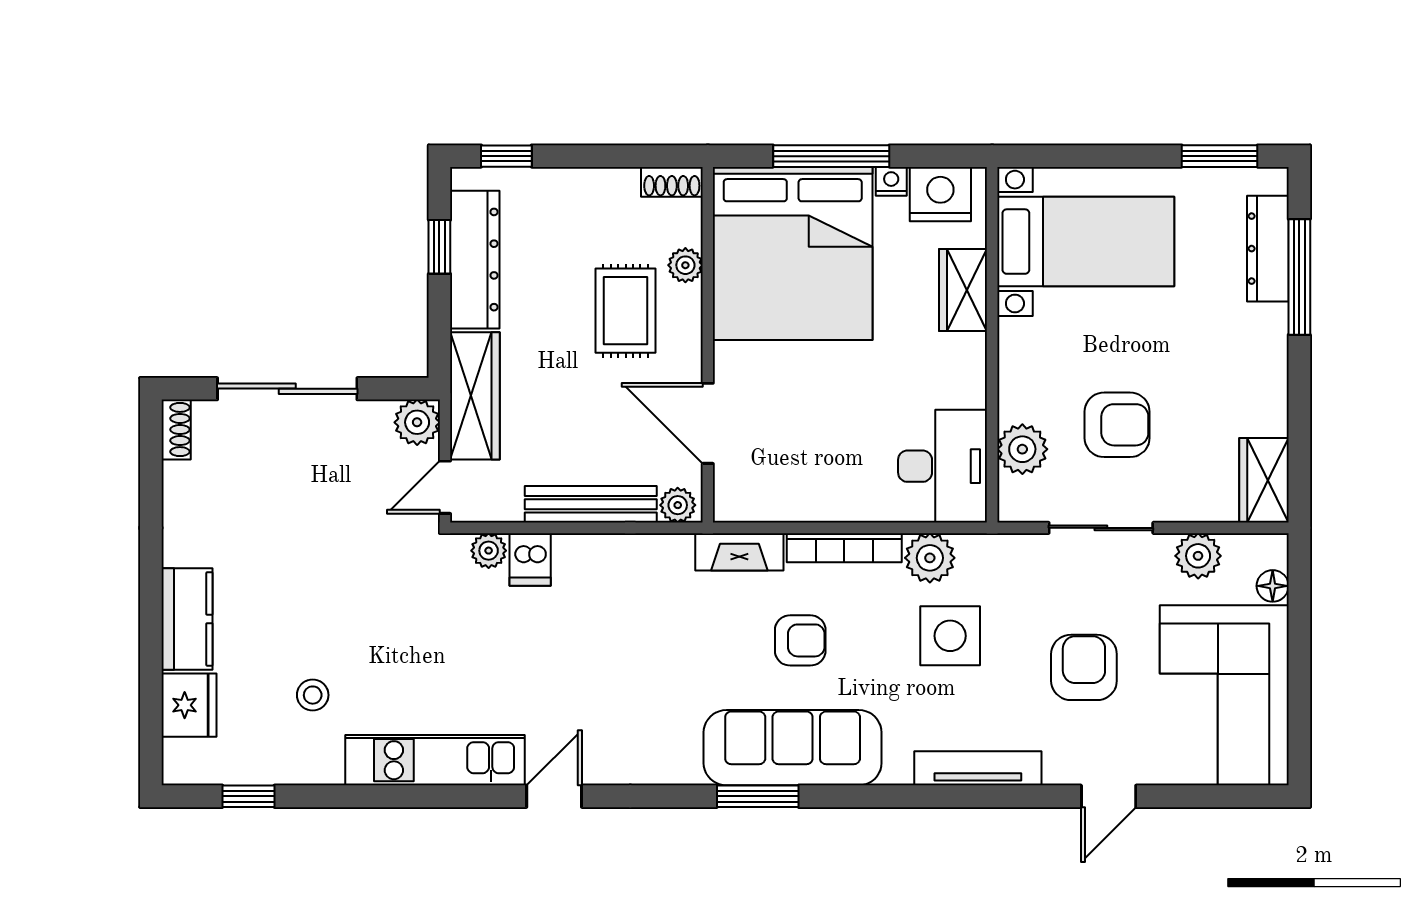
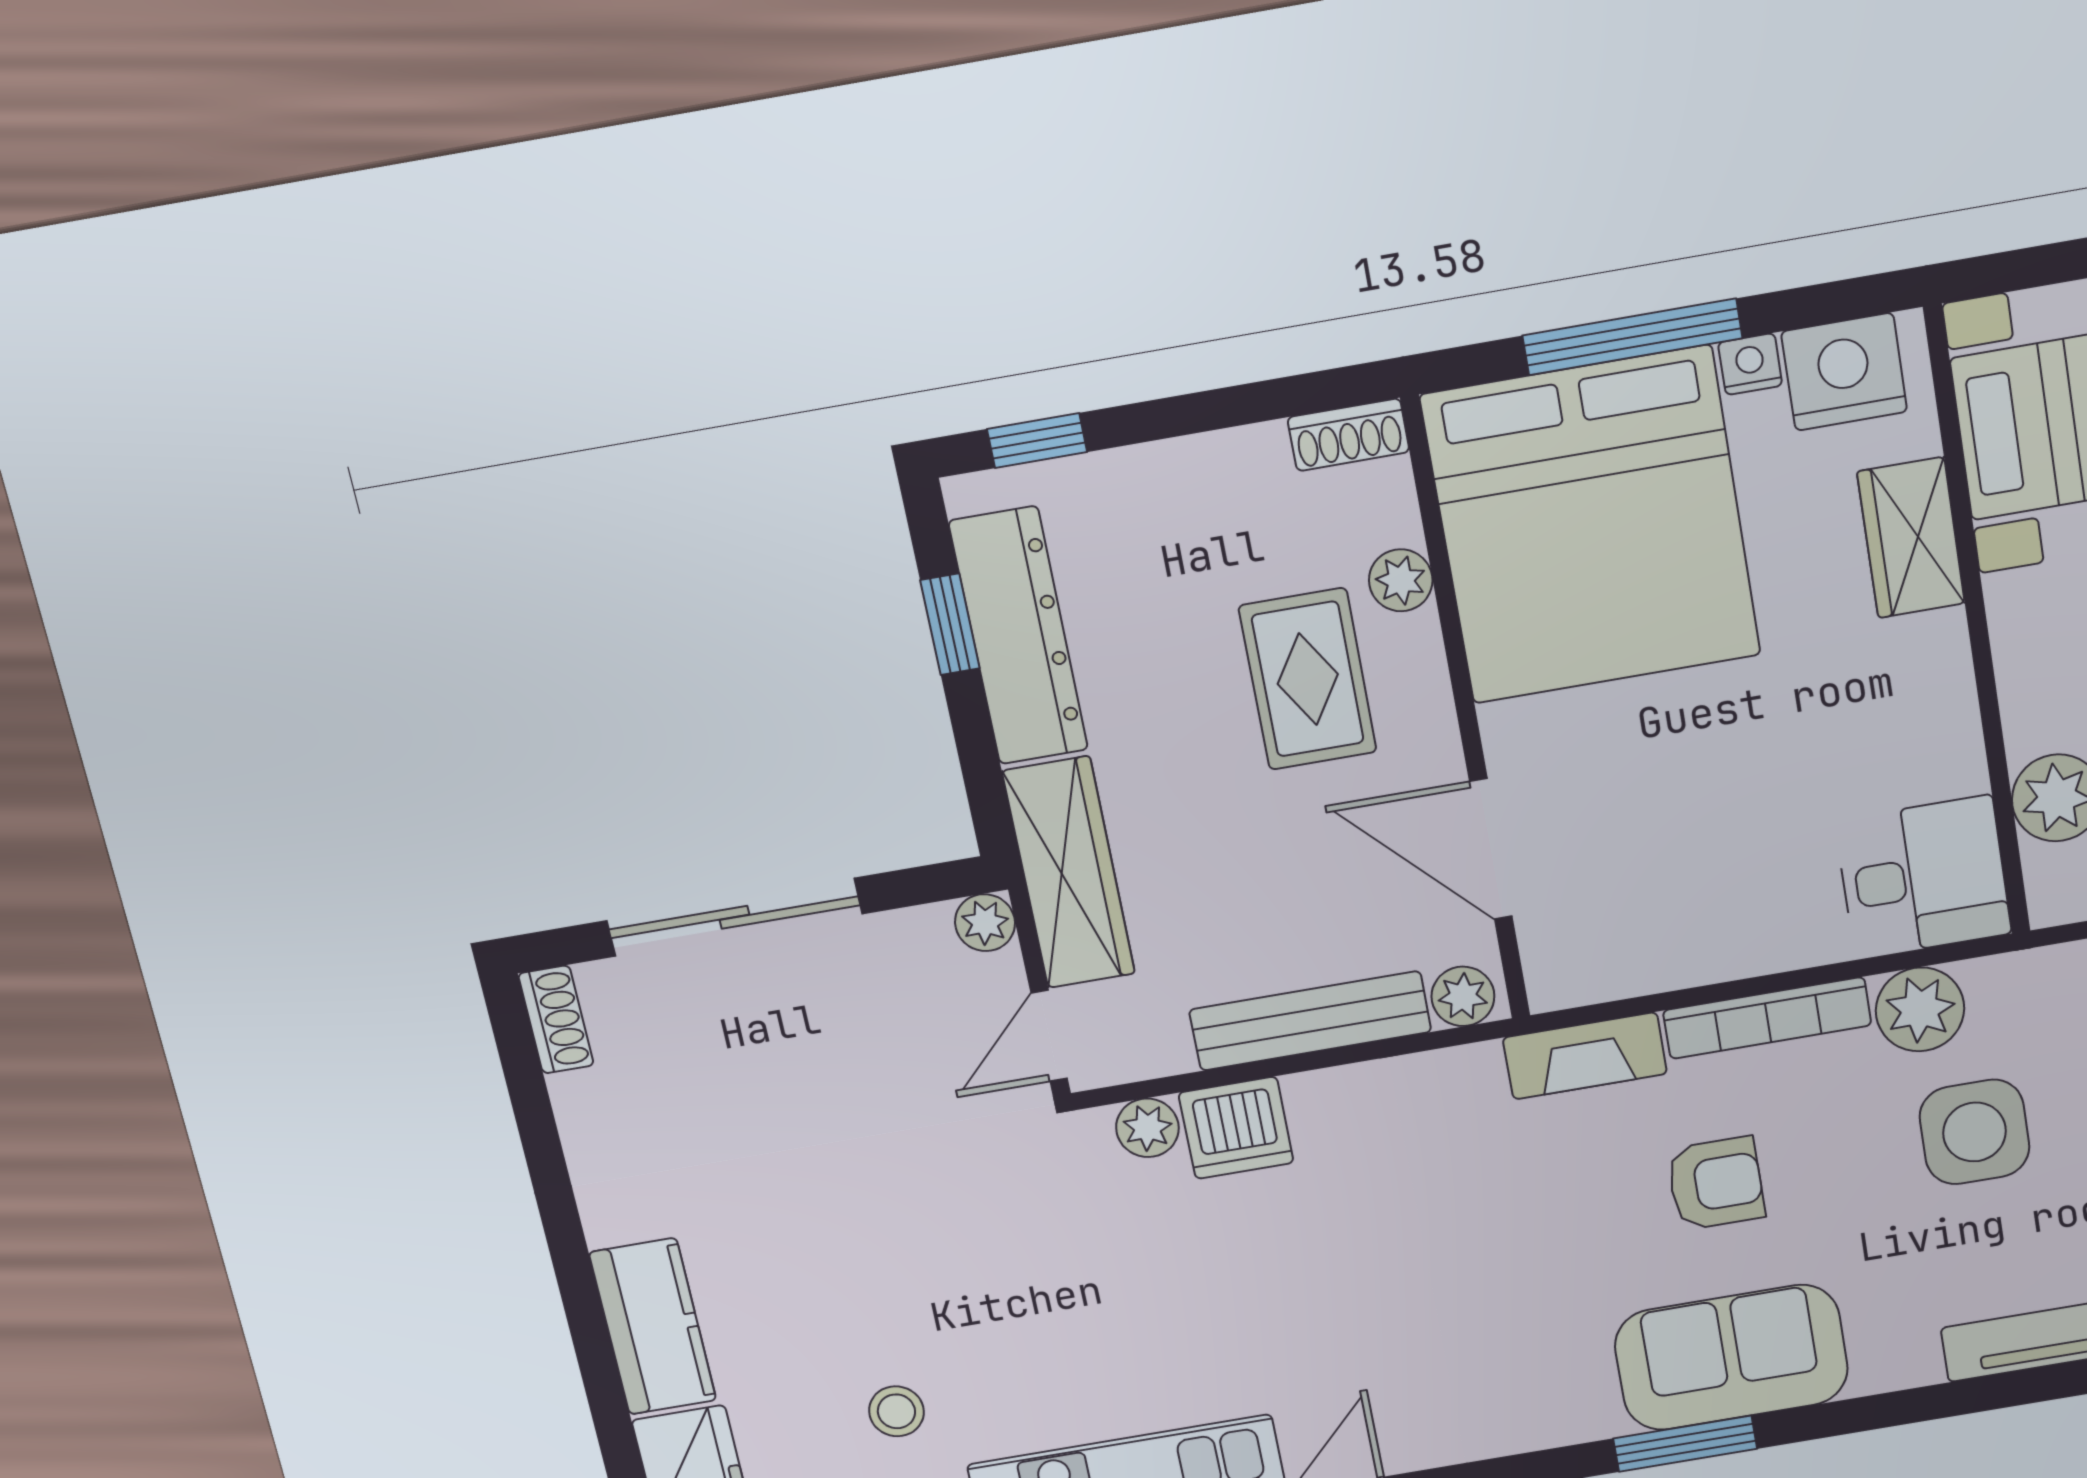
plant: (417, 422) -> (985, 923), width x0.73, depth x0.73
desk: (943, 466) -> (1923, 877), width x0.73
dishwasher: (530, 559) -> (1236, 1128), width x1.38
sofa: (793, 748) -> (1731, 1357), width x0.73

